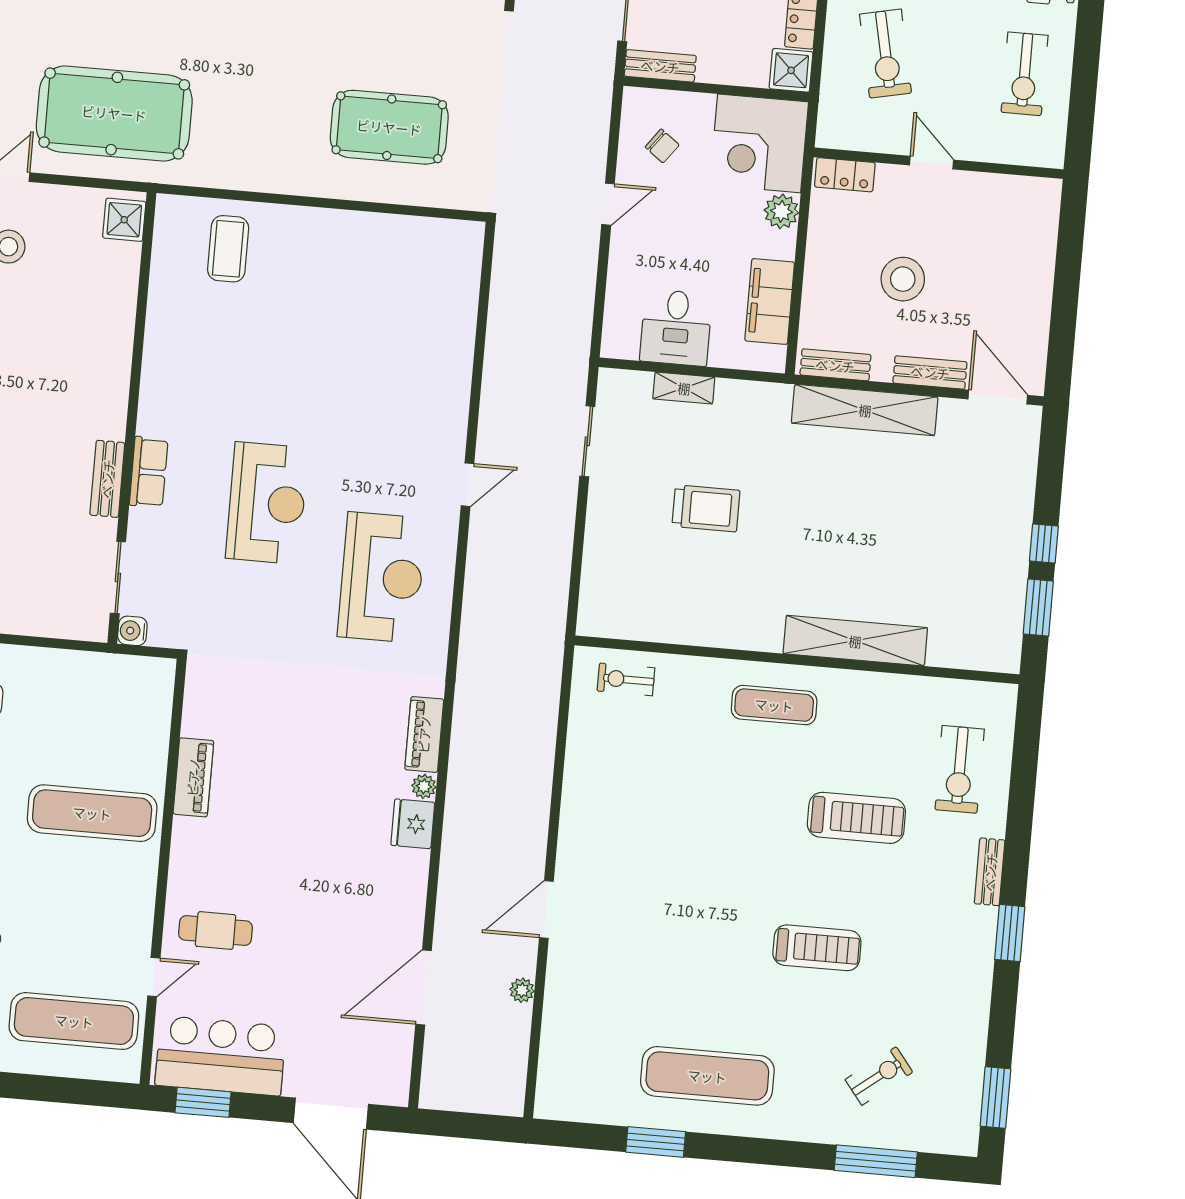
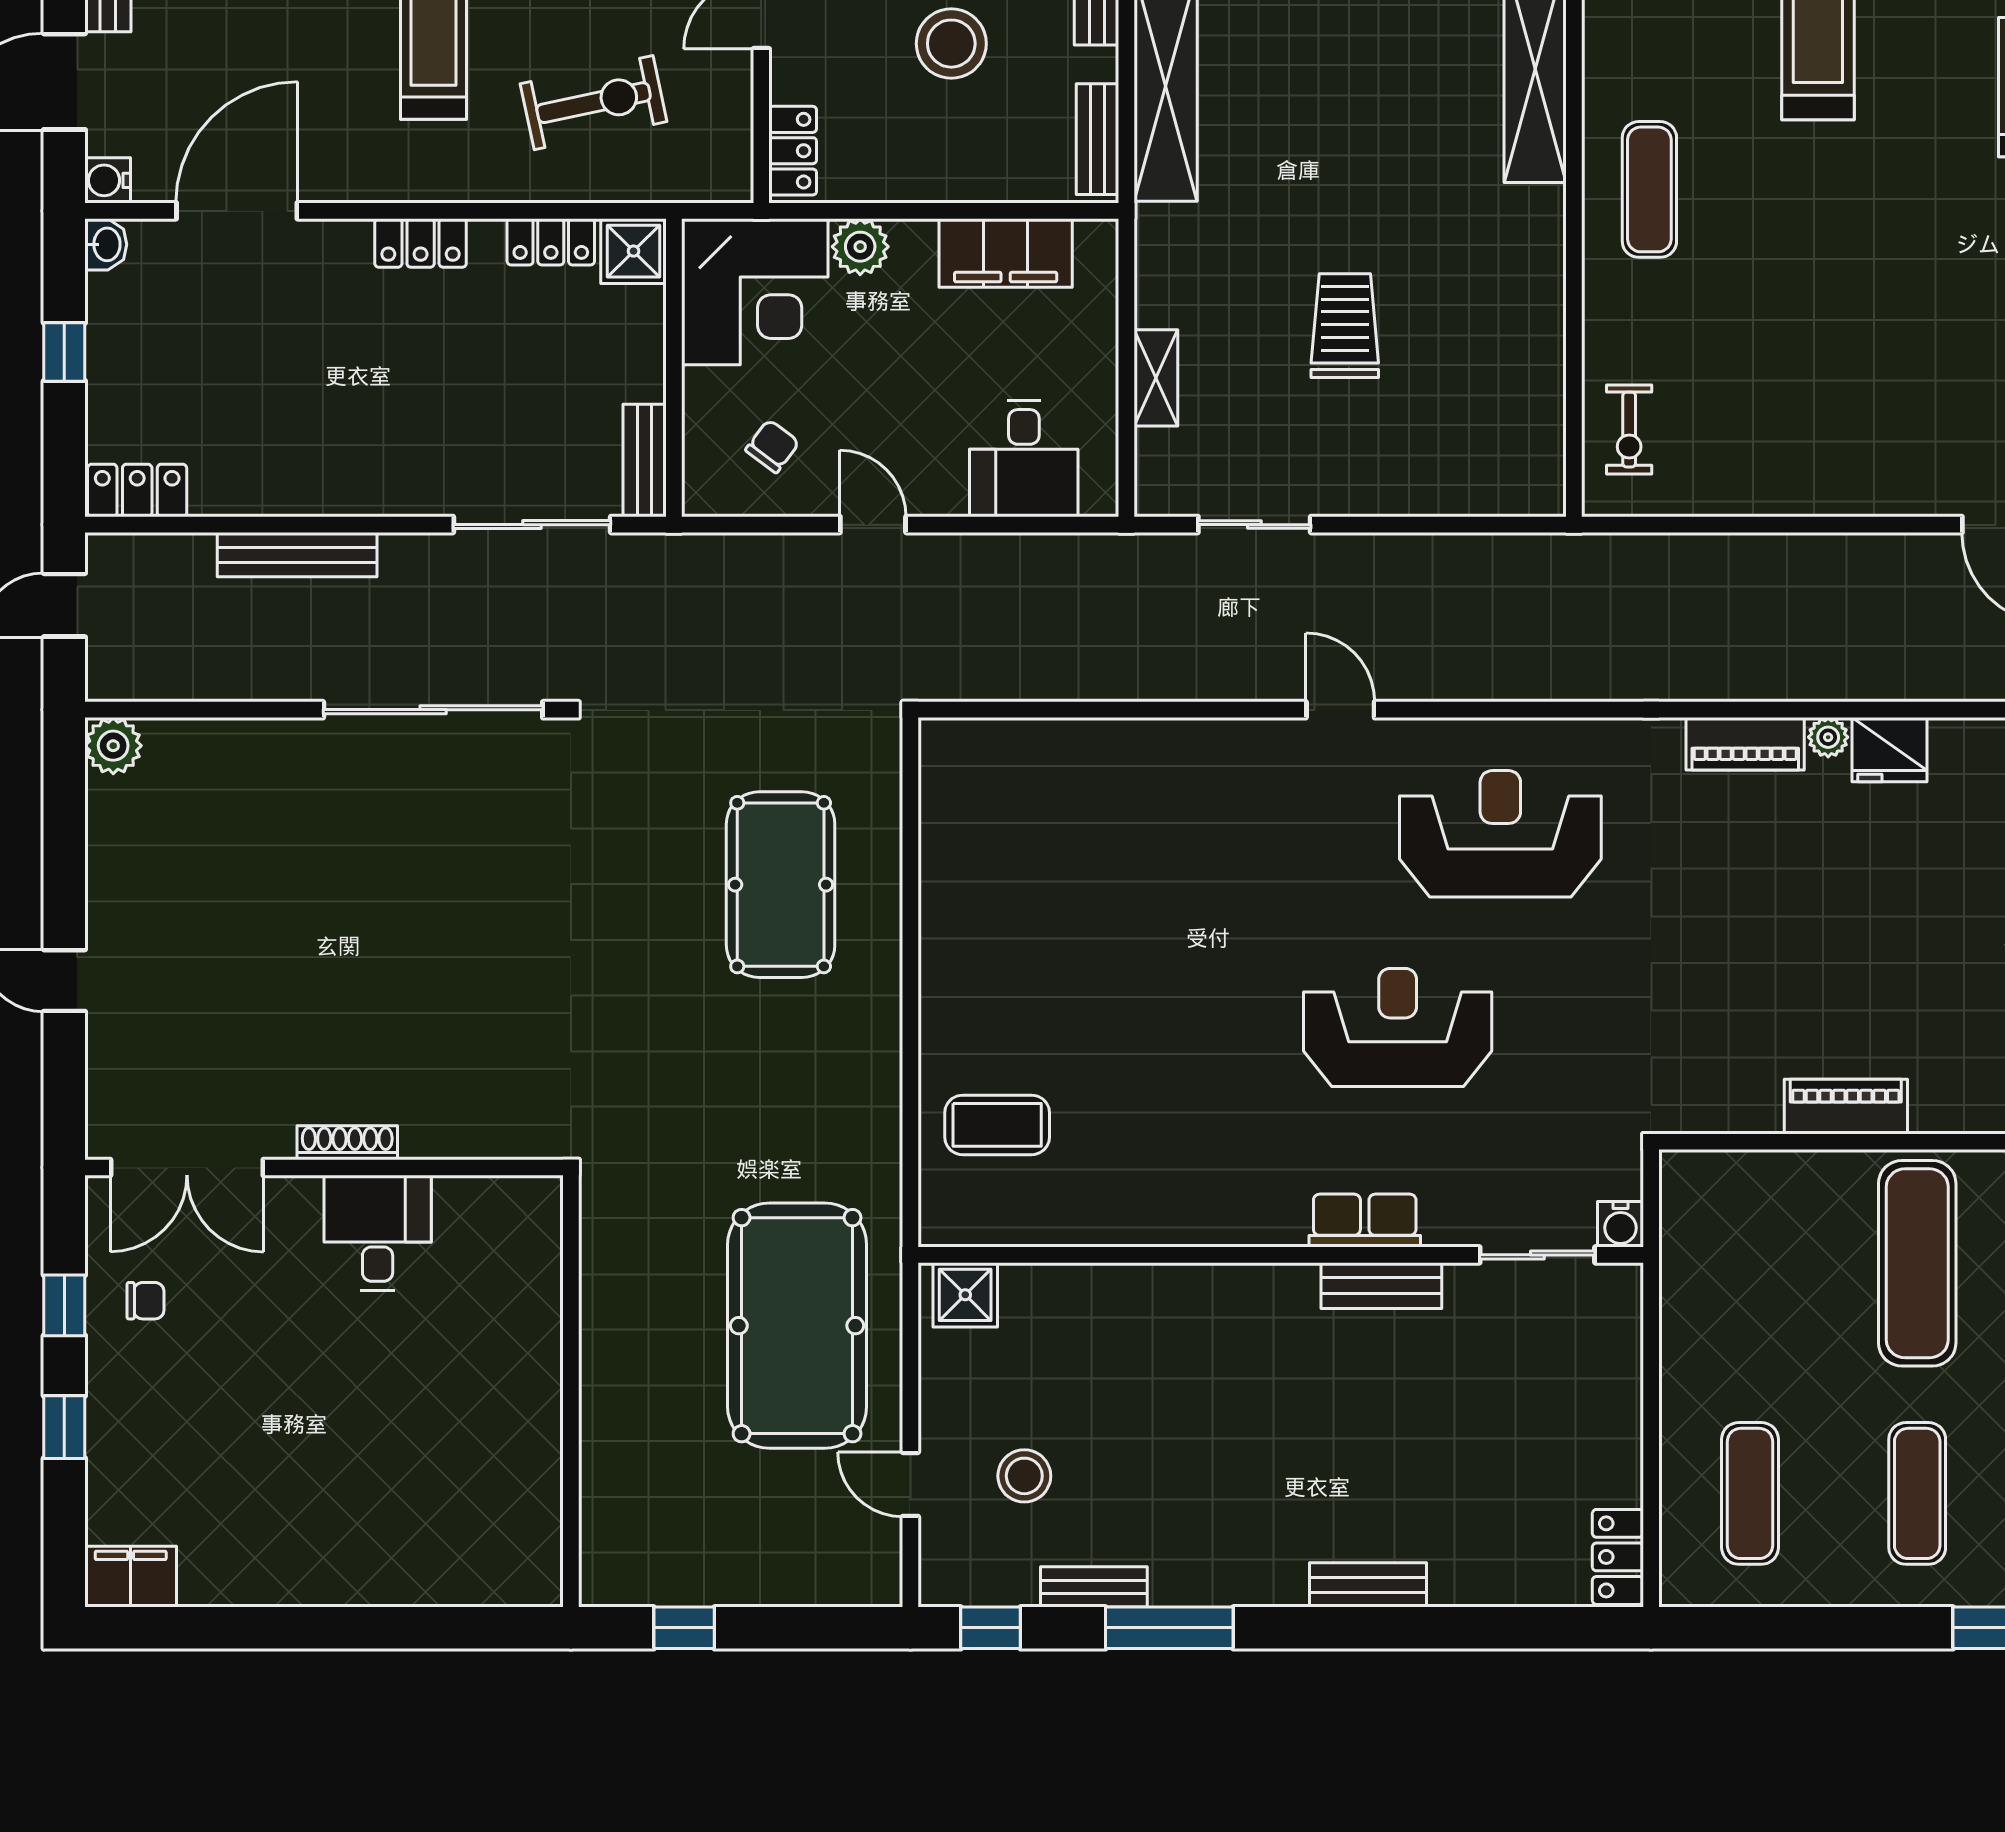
desk: (676, 328) -> (1024, 458), moved, turned 90

